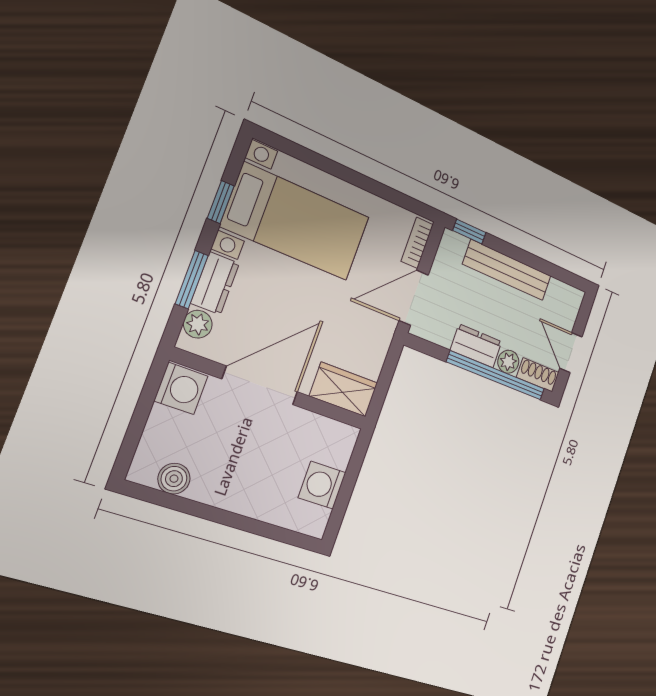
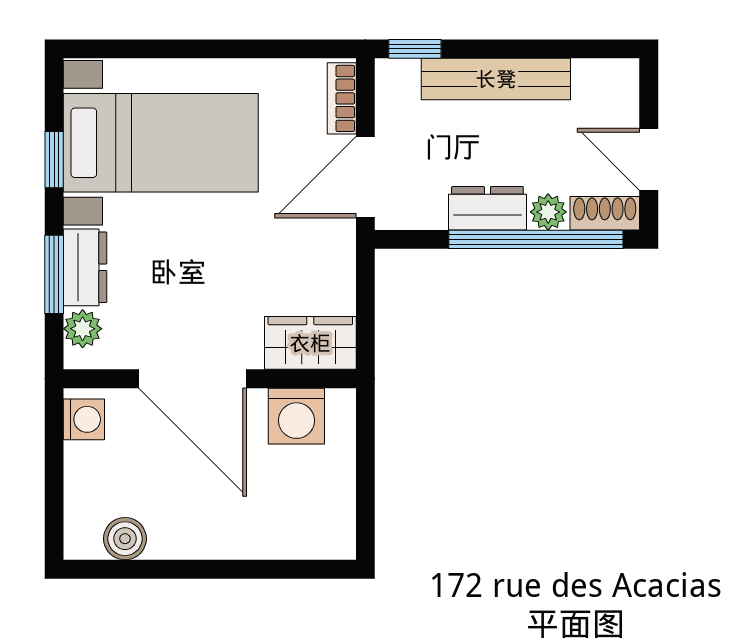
door: (260, 385) -> (193, 379), swing flipped
washing machine: (181, 388) -> (84, 419), width x0.73, depth x0.73
washing machine: (322, 485) -> (296, 416), moved, turned -90

